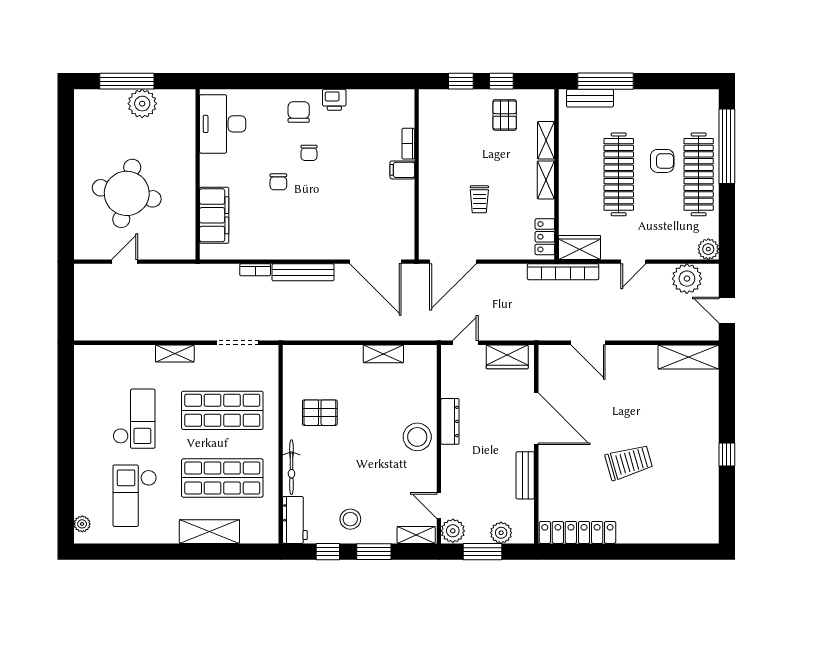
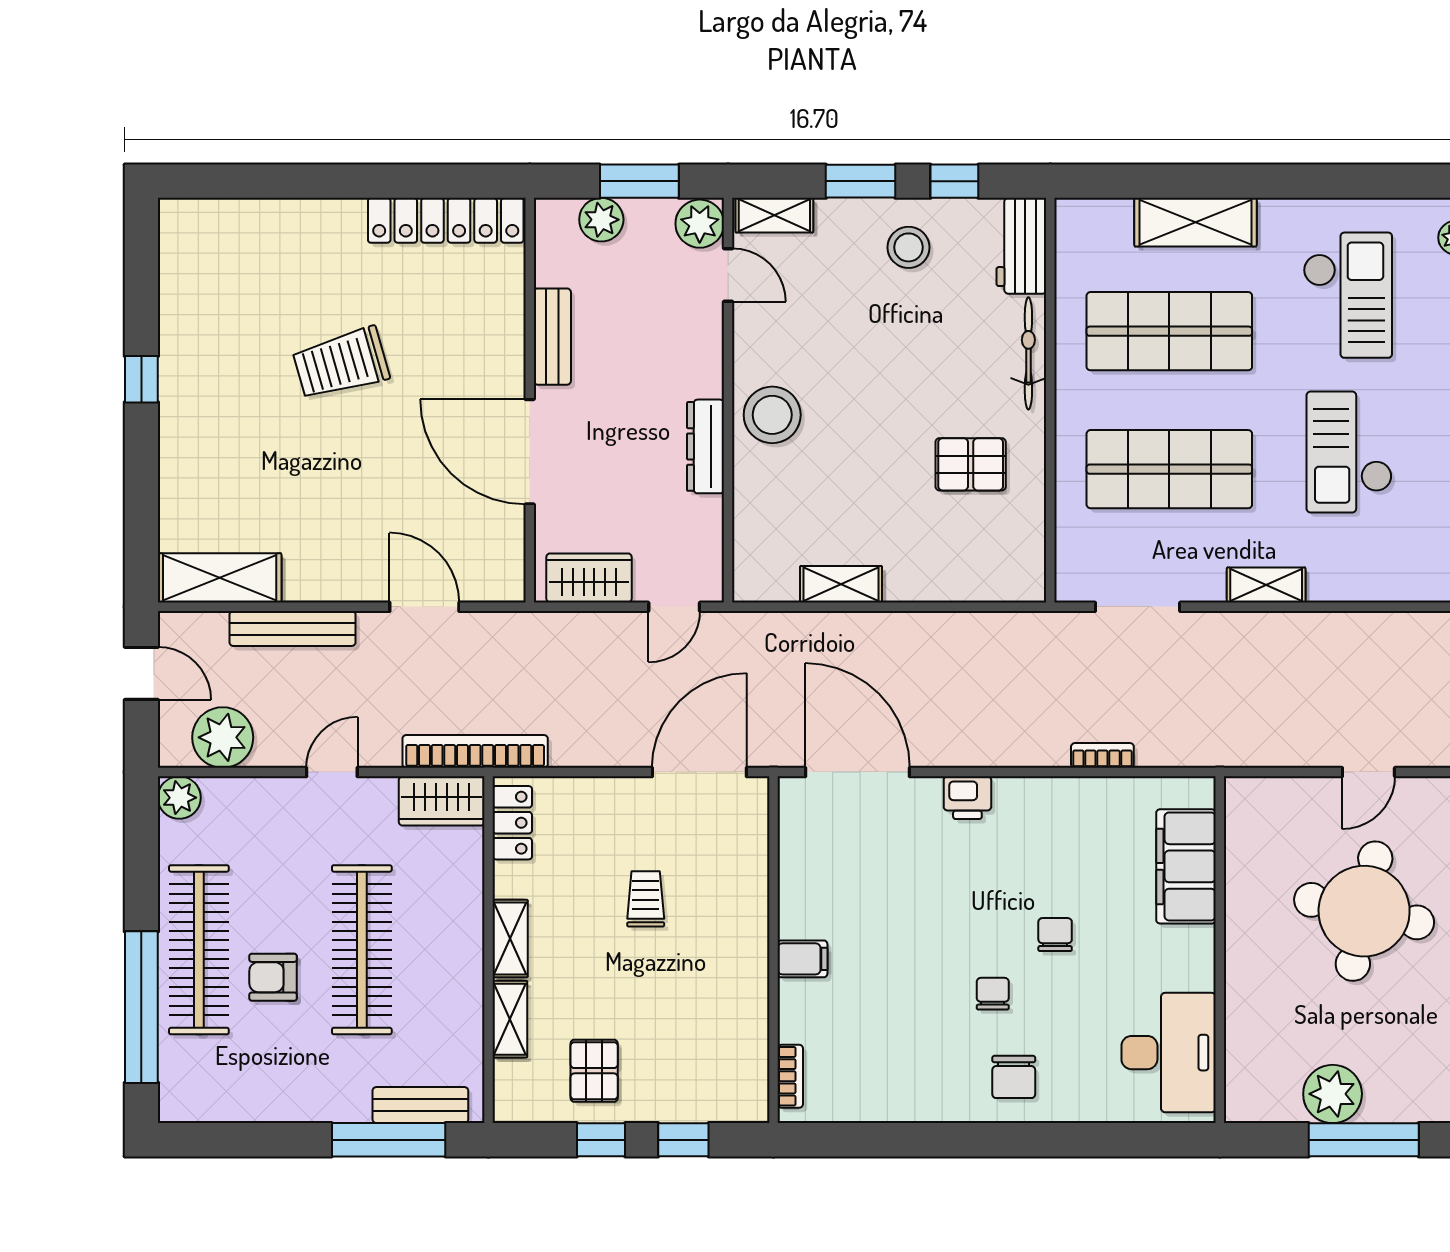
printer: (334, 100) -> (967, 798), moved, turned 180
bookcase: (408, 144) -> (790, 1076), moved
bench: (303, 272) -> (293, 629), moved

